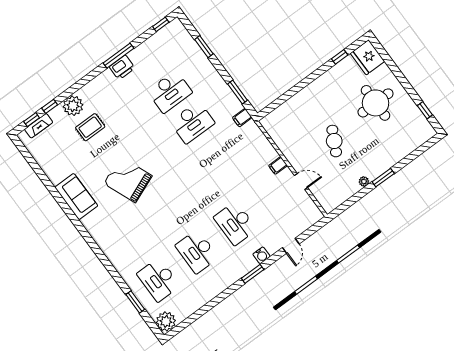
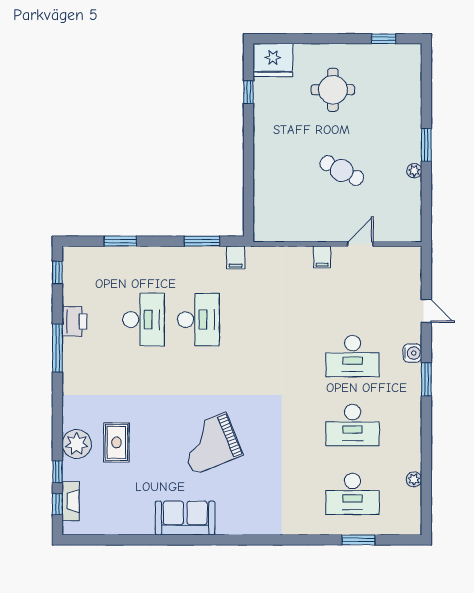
printer: (122, 67) -> (74, 322), moved
round table: (376, 103) -> (333, 90), width x0.73, depth x0.73
plant: (166, 321) -> (414, 479), moved, width x0.53, depth x0.53

